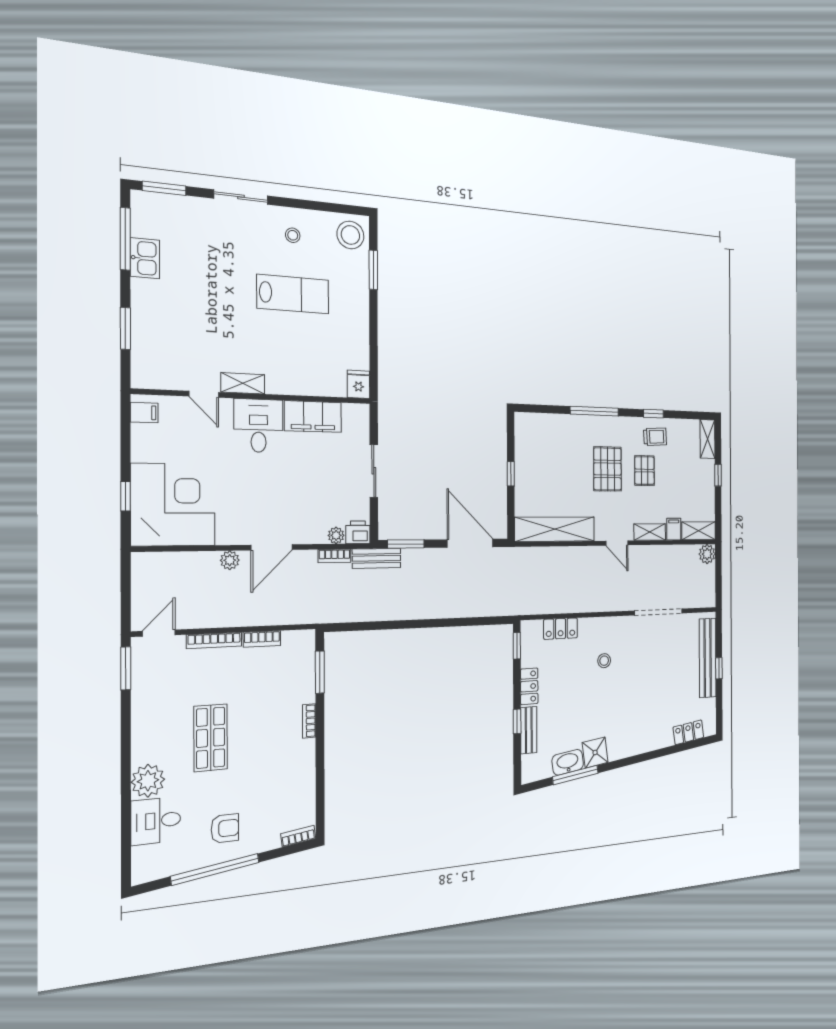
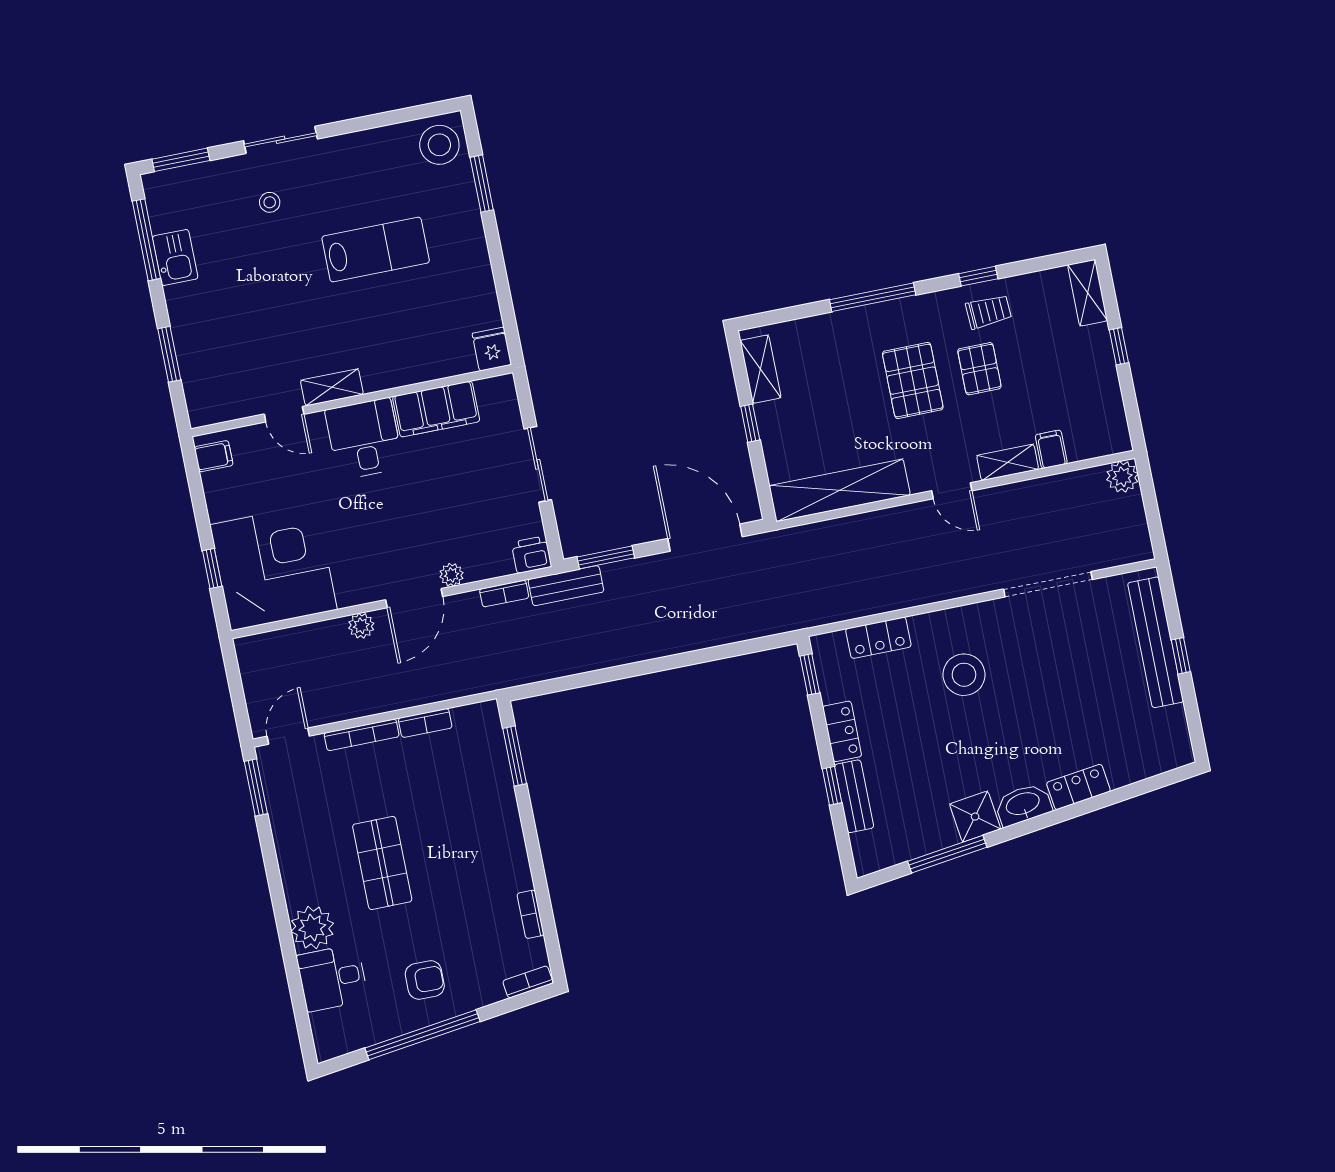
stool: (293, 235) -> (270, 202), moved
shelving: (699, 531) -> (761, 369), moved, turned 90
plant: (336, 535) -> (452, 575), moved
stool: (604, 661) -> (964, 675), width x1.89, depth x1.89
bookcase: (309, 721) -> (530, 914), moved
locker: (688, 732) -> (1078, 787), moved
washbasin: (568, 762) -> (1023, 805), moved

